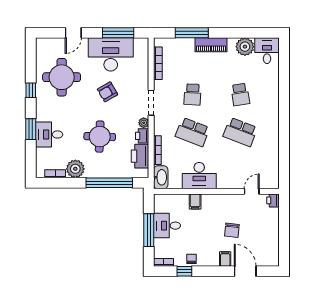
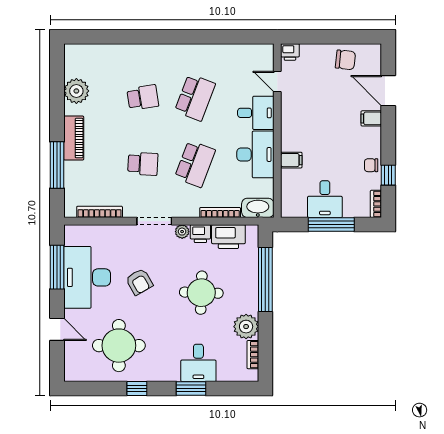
desk: (267, 51) -> (256, 113), moved, turned 180
chair: (232, 230) -> (345, 60), moved
door: (245, 271) -> (388, 91), hinge flipped

